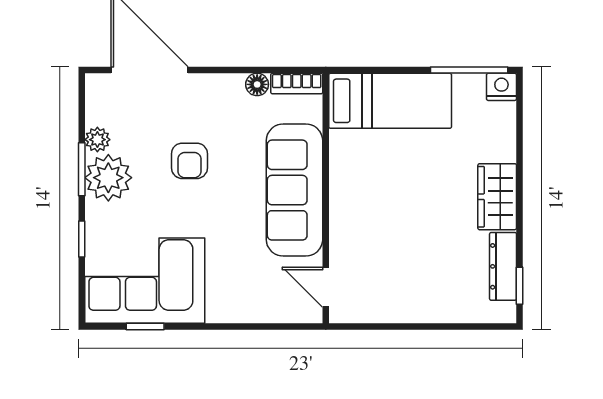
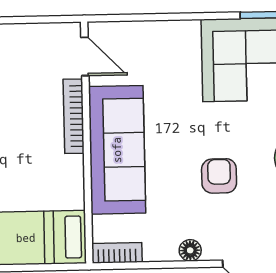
floor lamp: (257, 84) -> (190, 250), moved
bookcase: (339, 226) -> (74, 116), added

